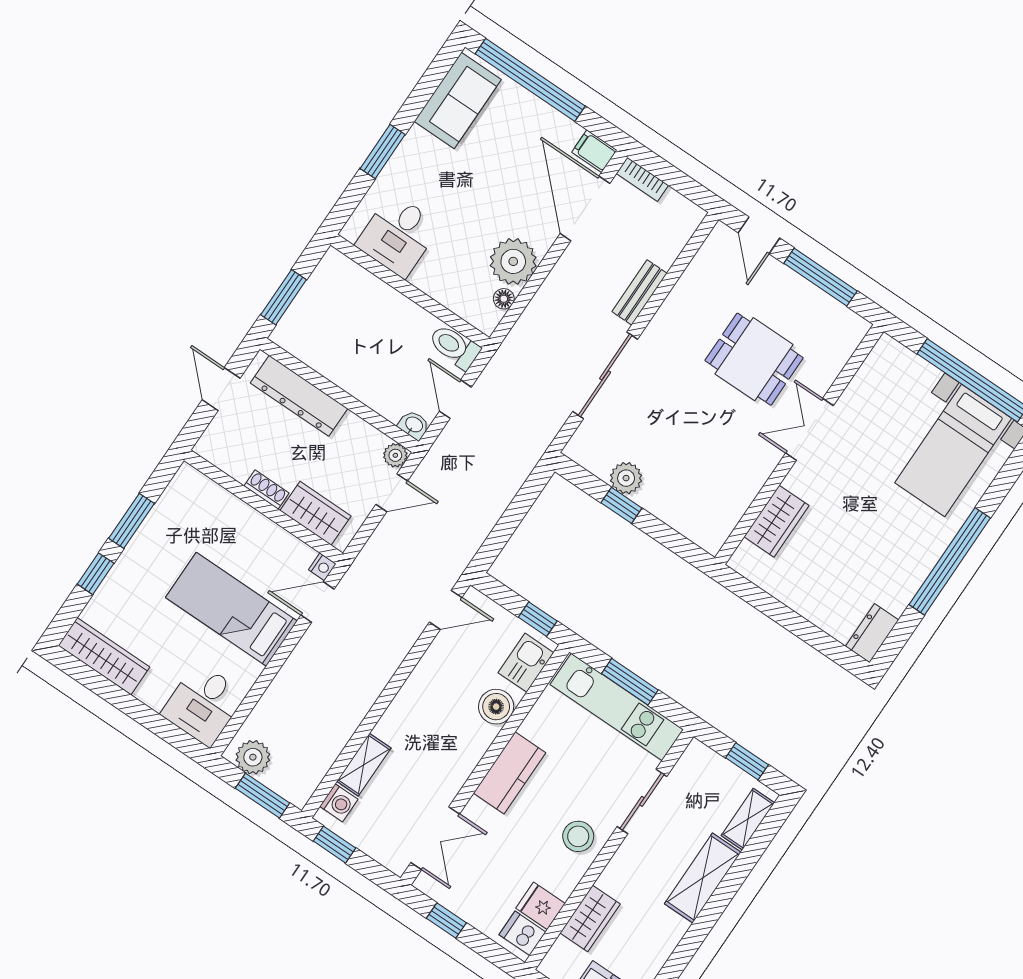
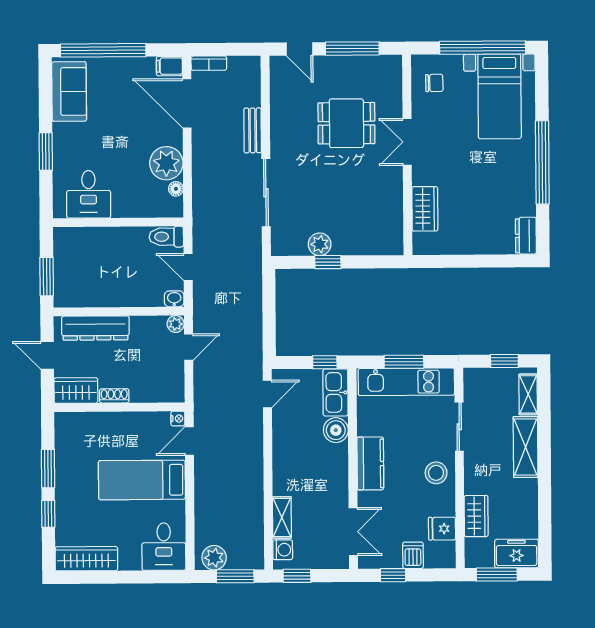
chair: (888, 383) -> (434, 83), added
wardrobe: (316, 513) -> (76, 391), moved
kitchen sink: (526, 663) -> (336, 392), width x1.38
dishwasher: (522, 933) -> (413, 555), moved, turned 90

